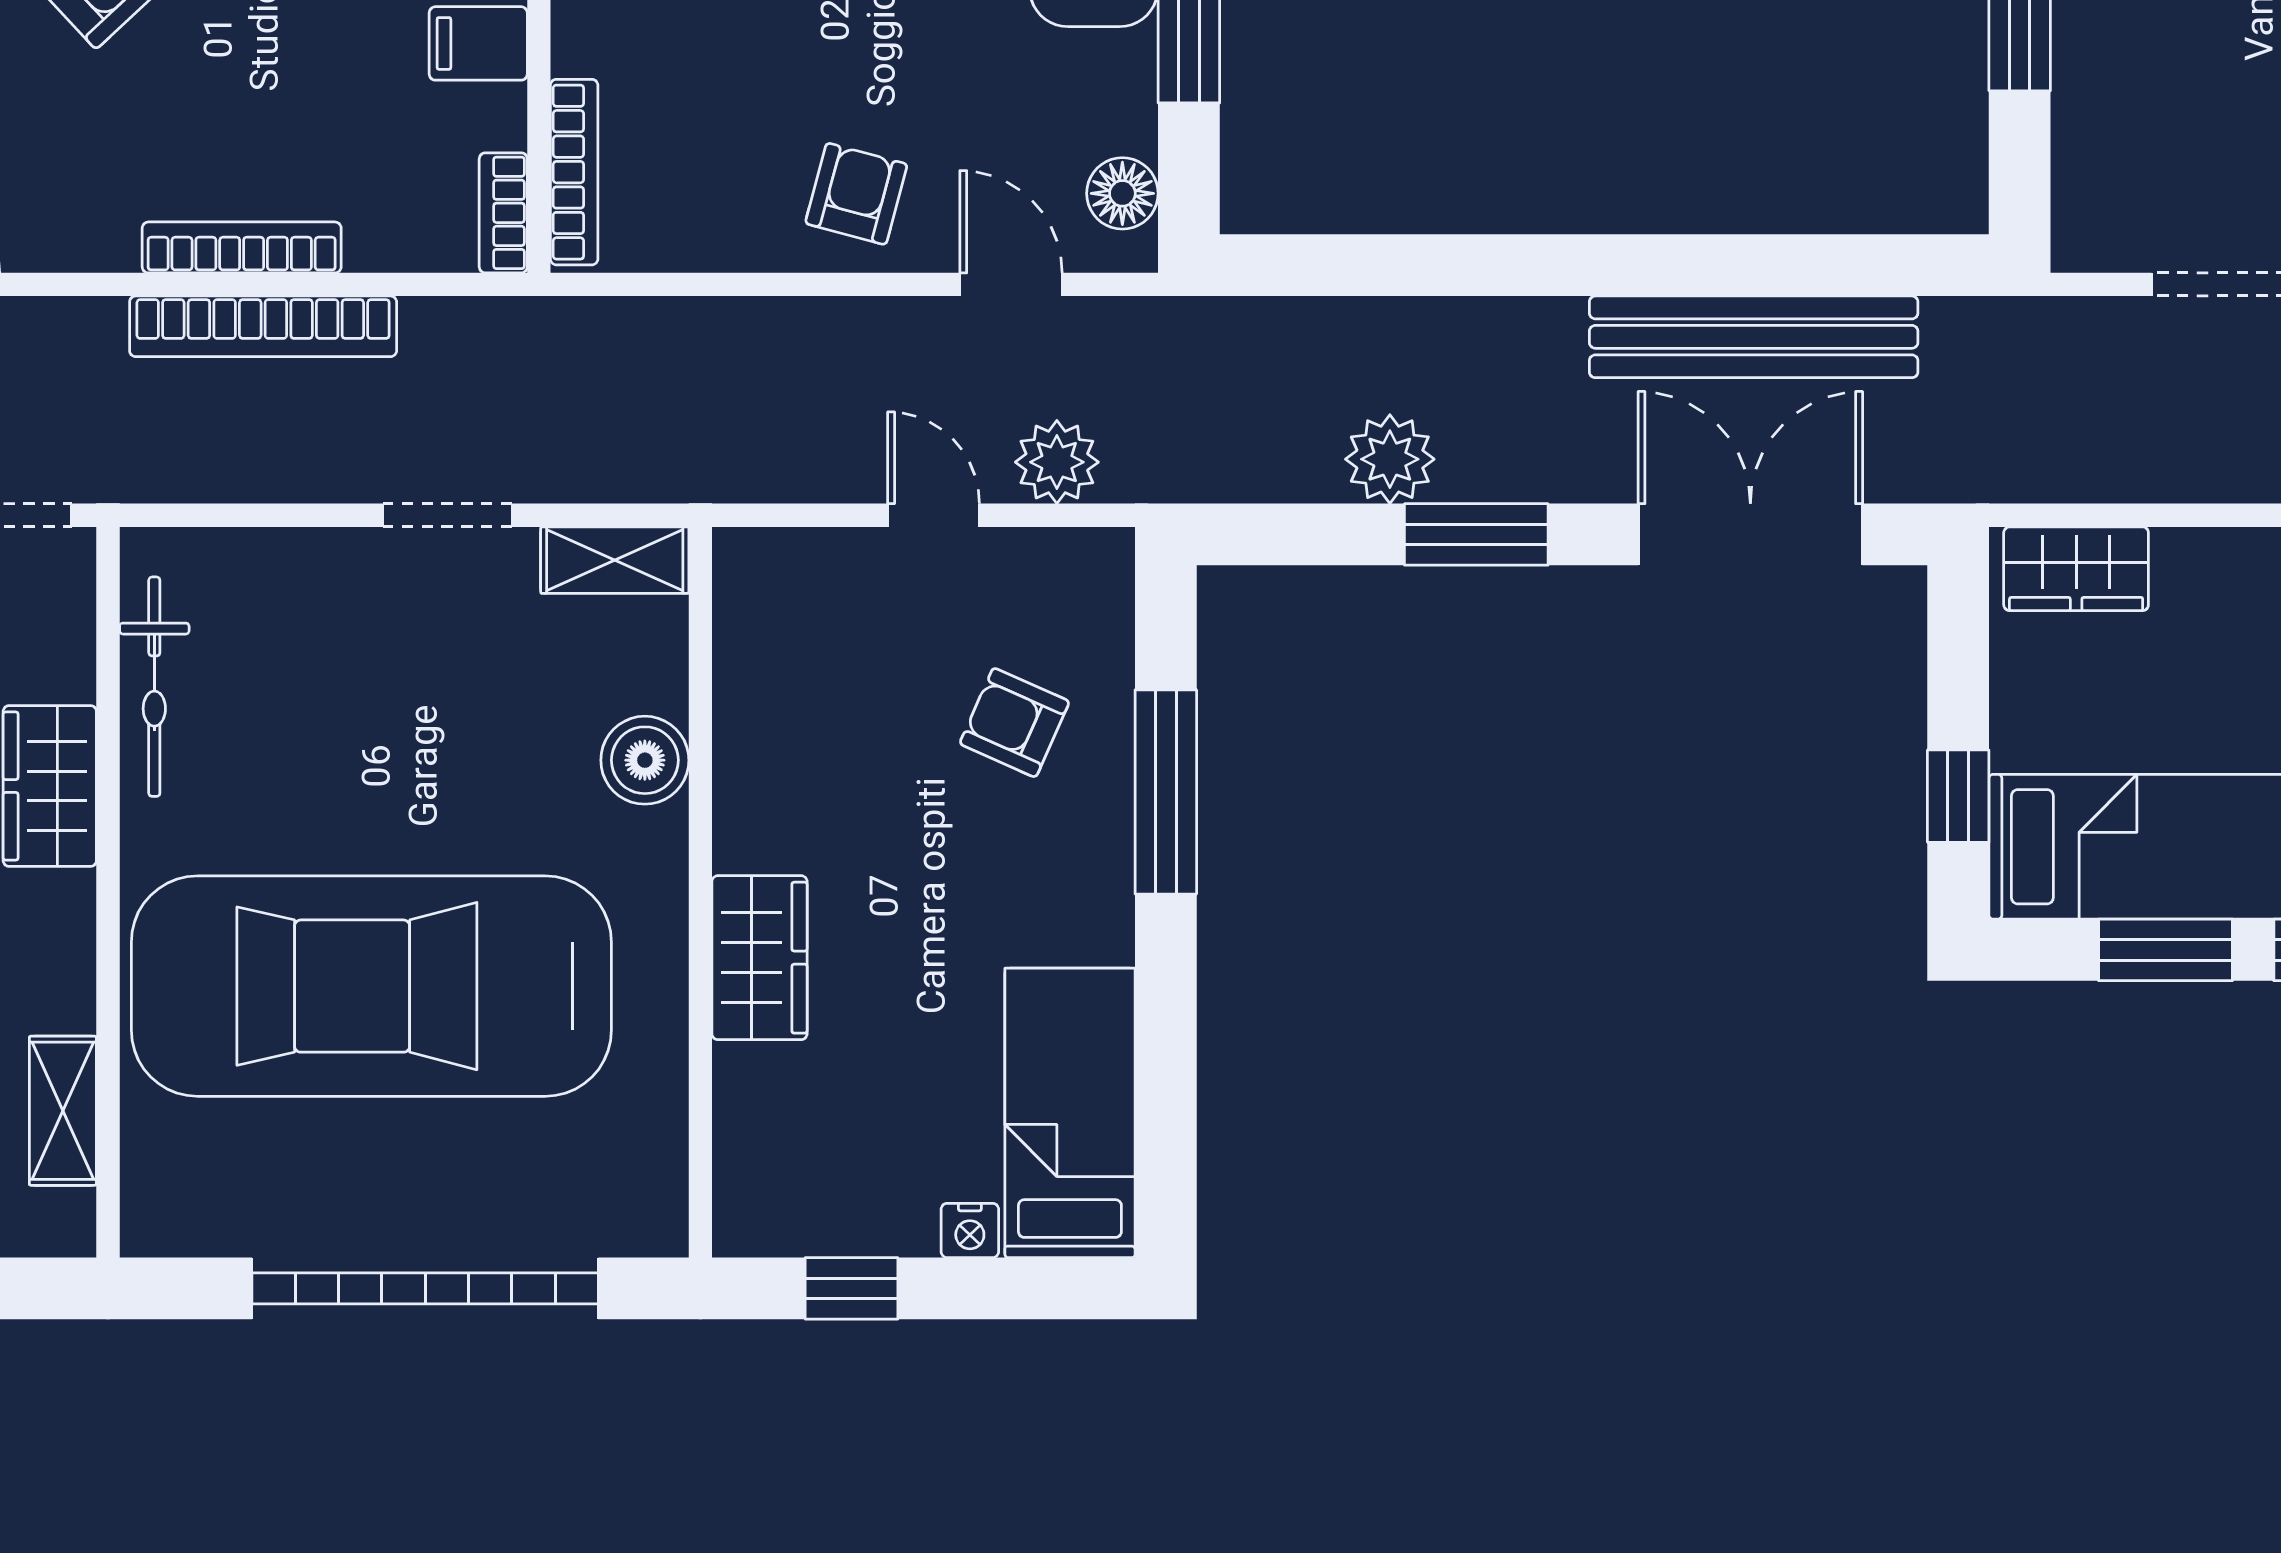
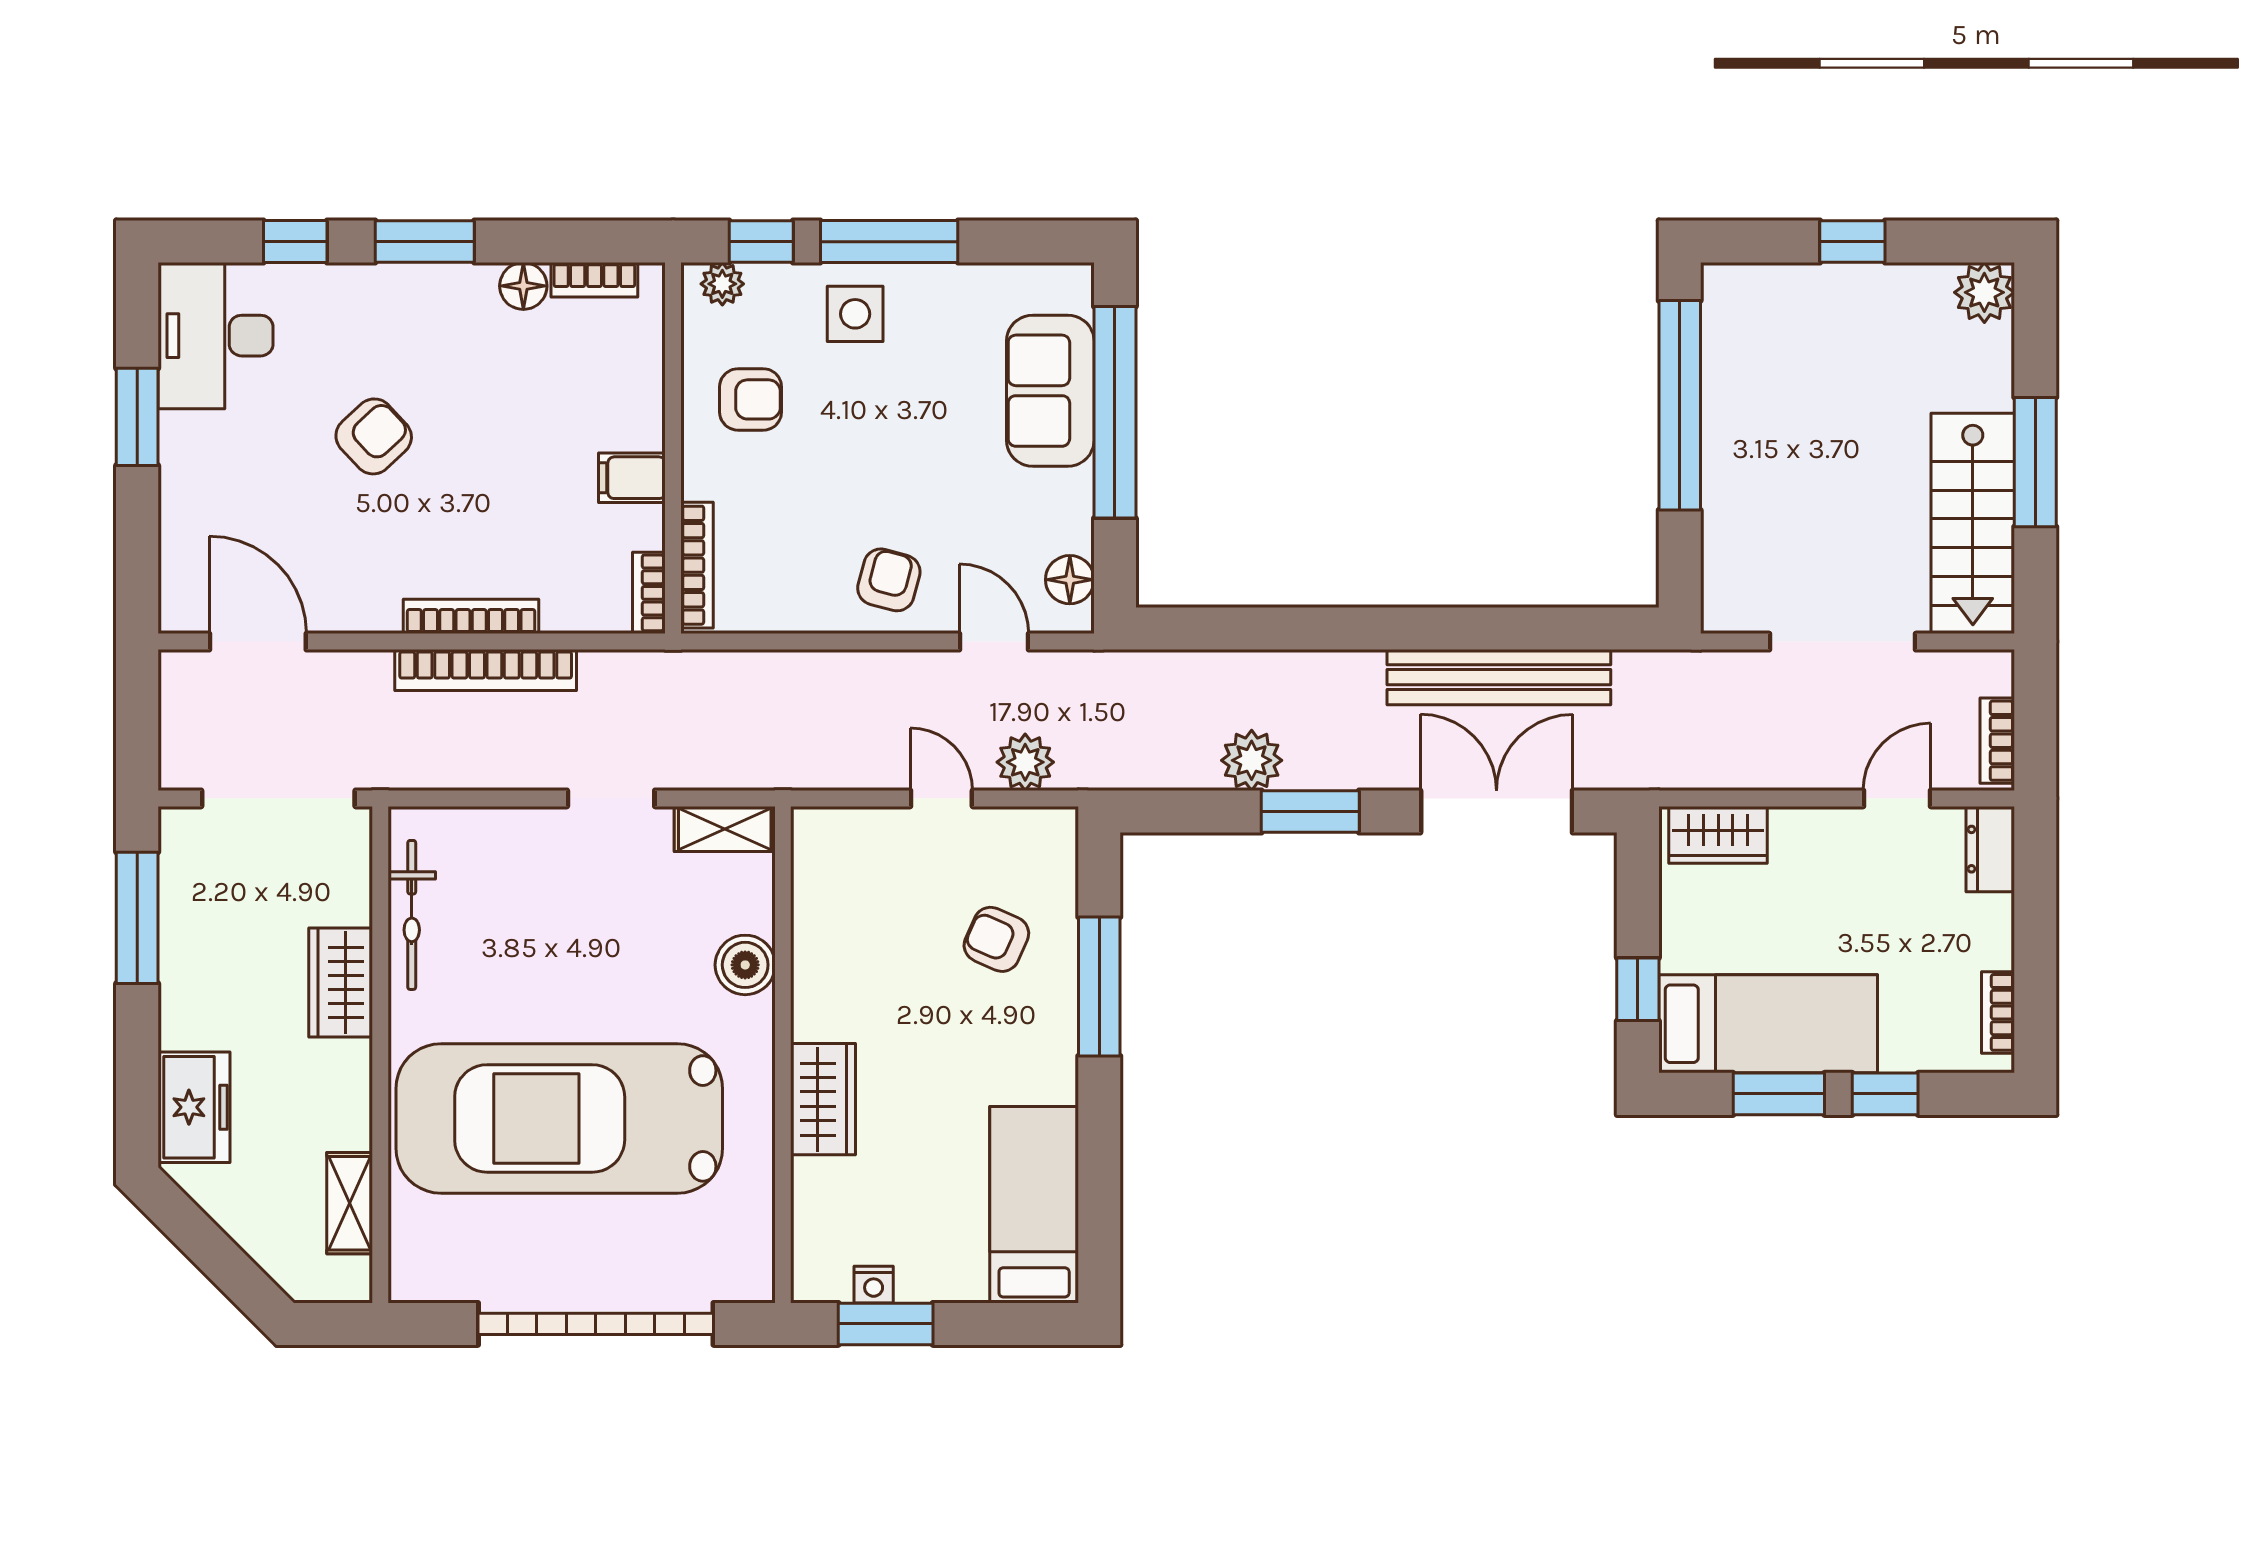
nightstand: (970, 1230) -> (874, 1285), moved
window: (852, 1288) -> (886, 1324), width x1.50

